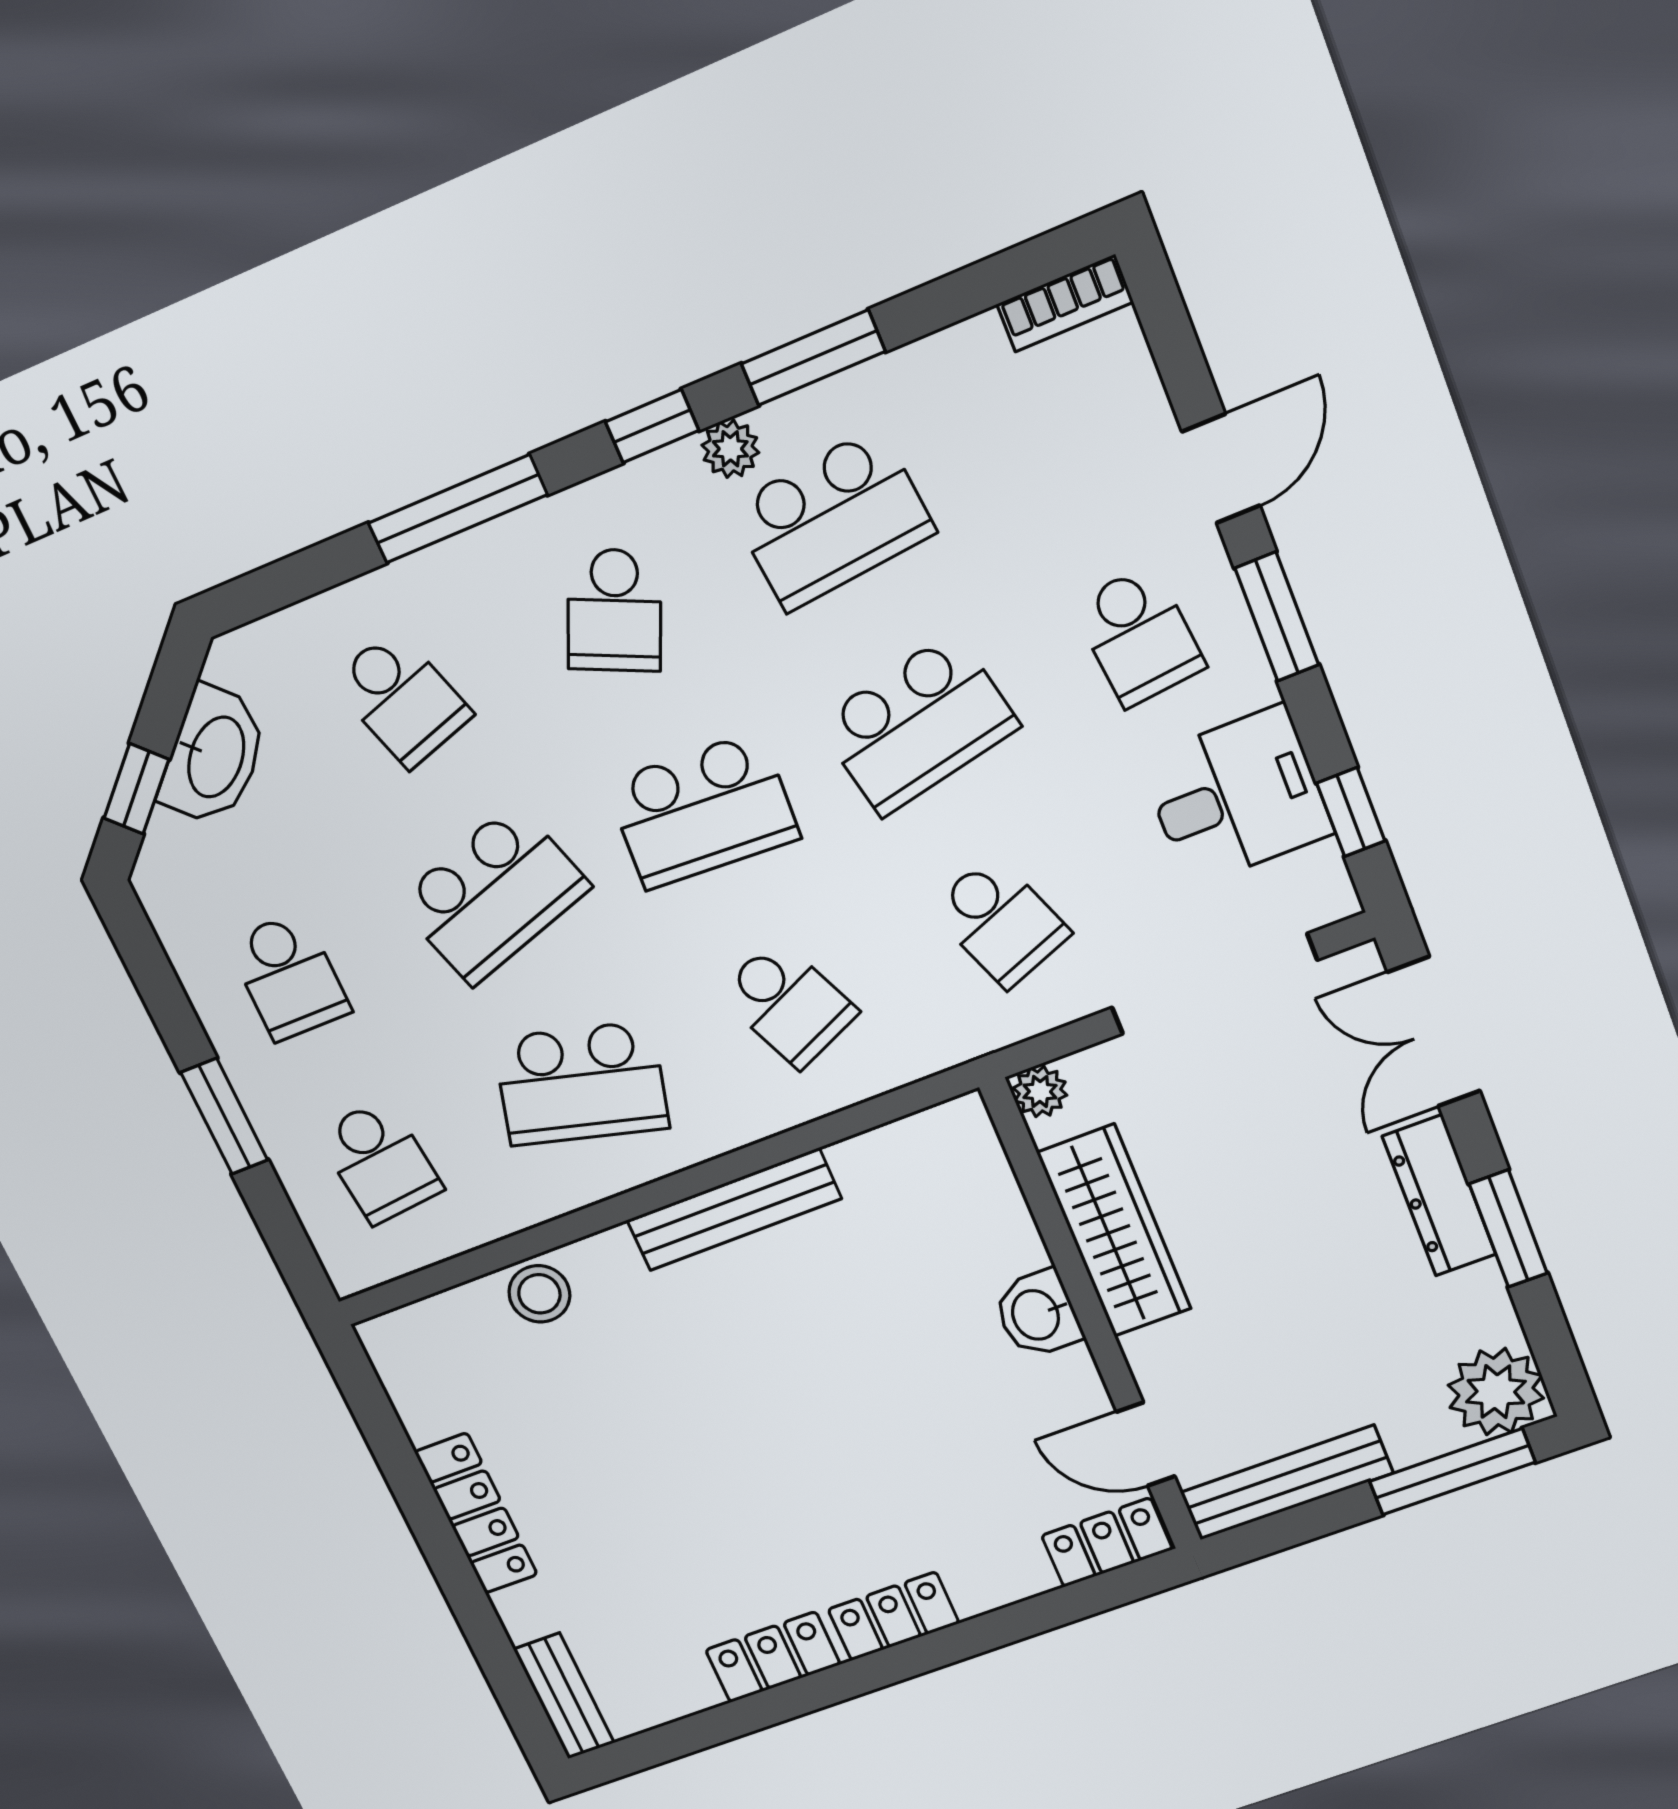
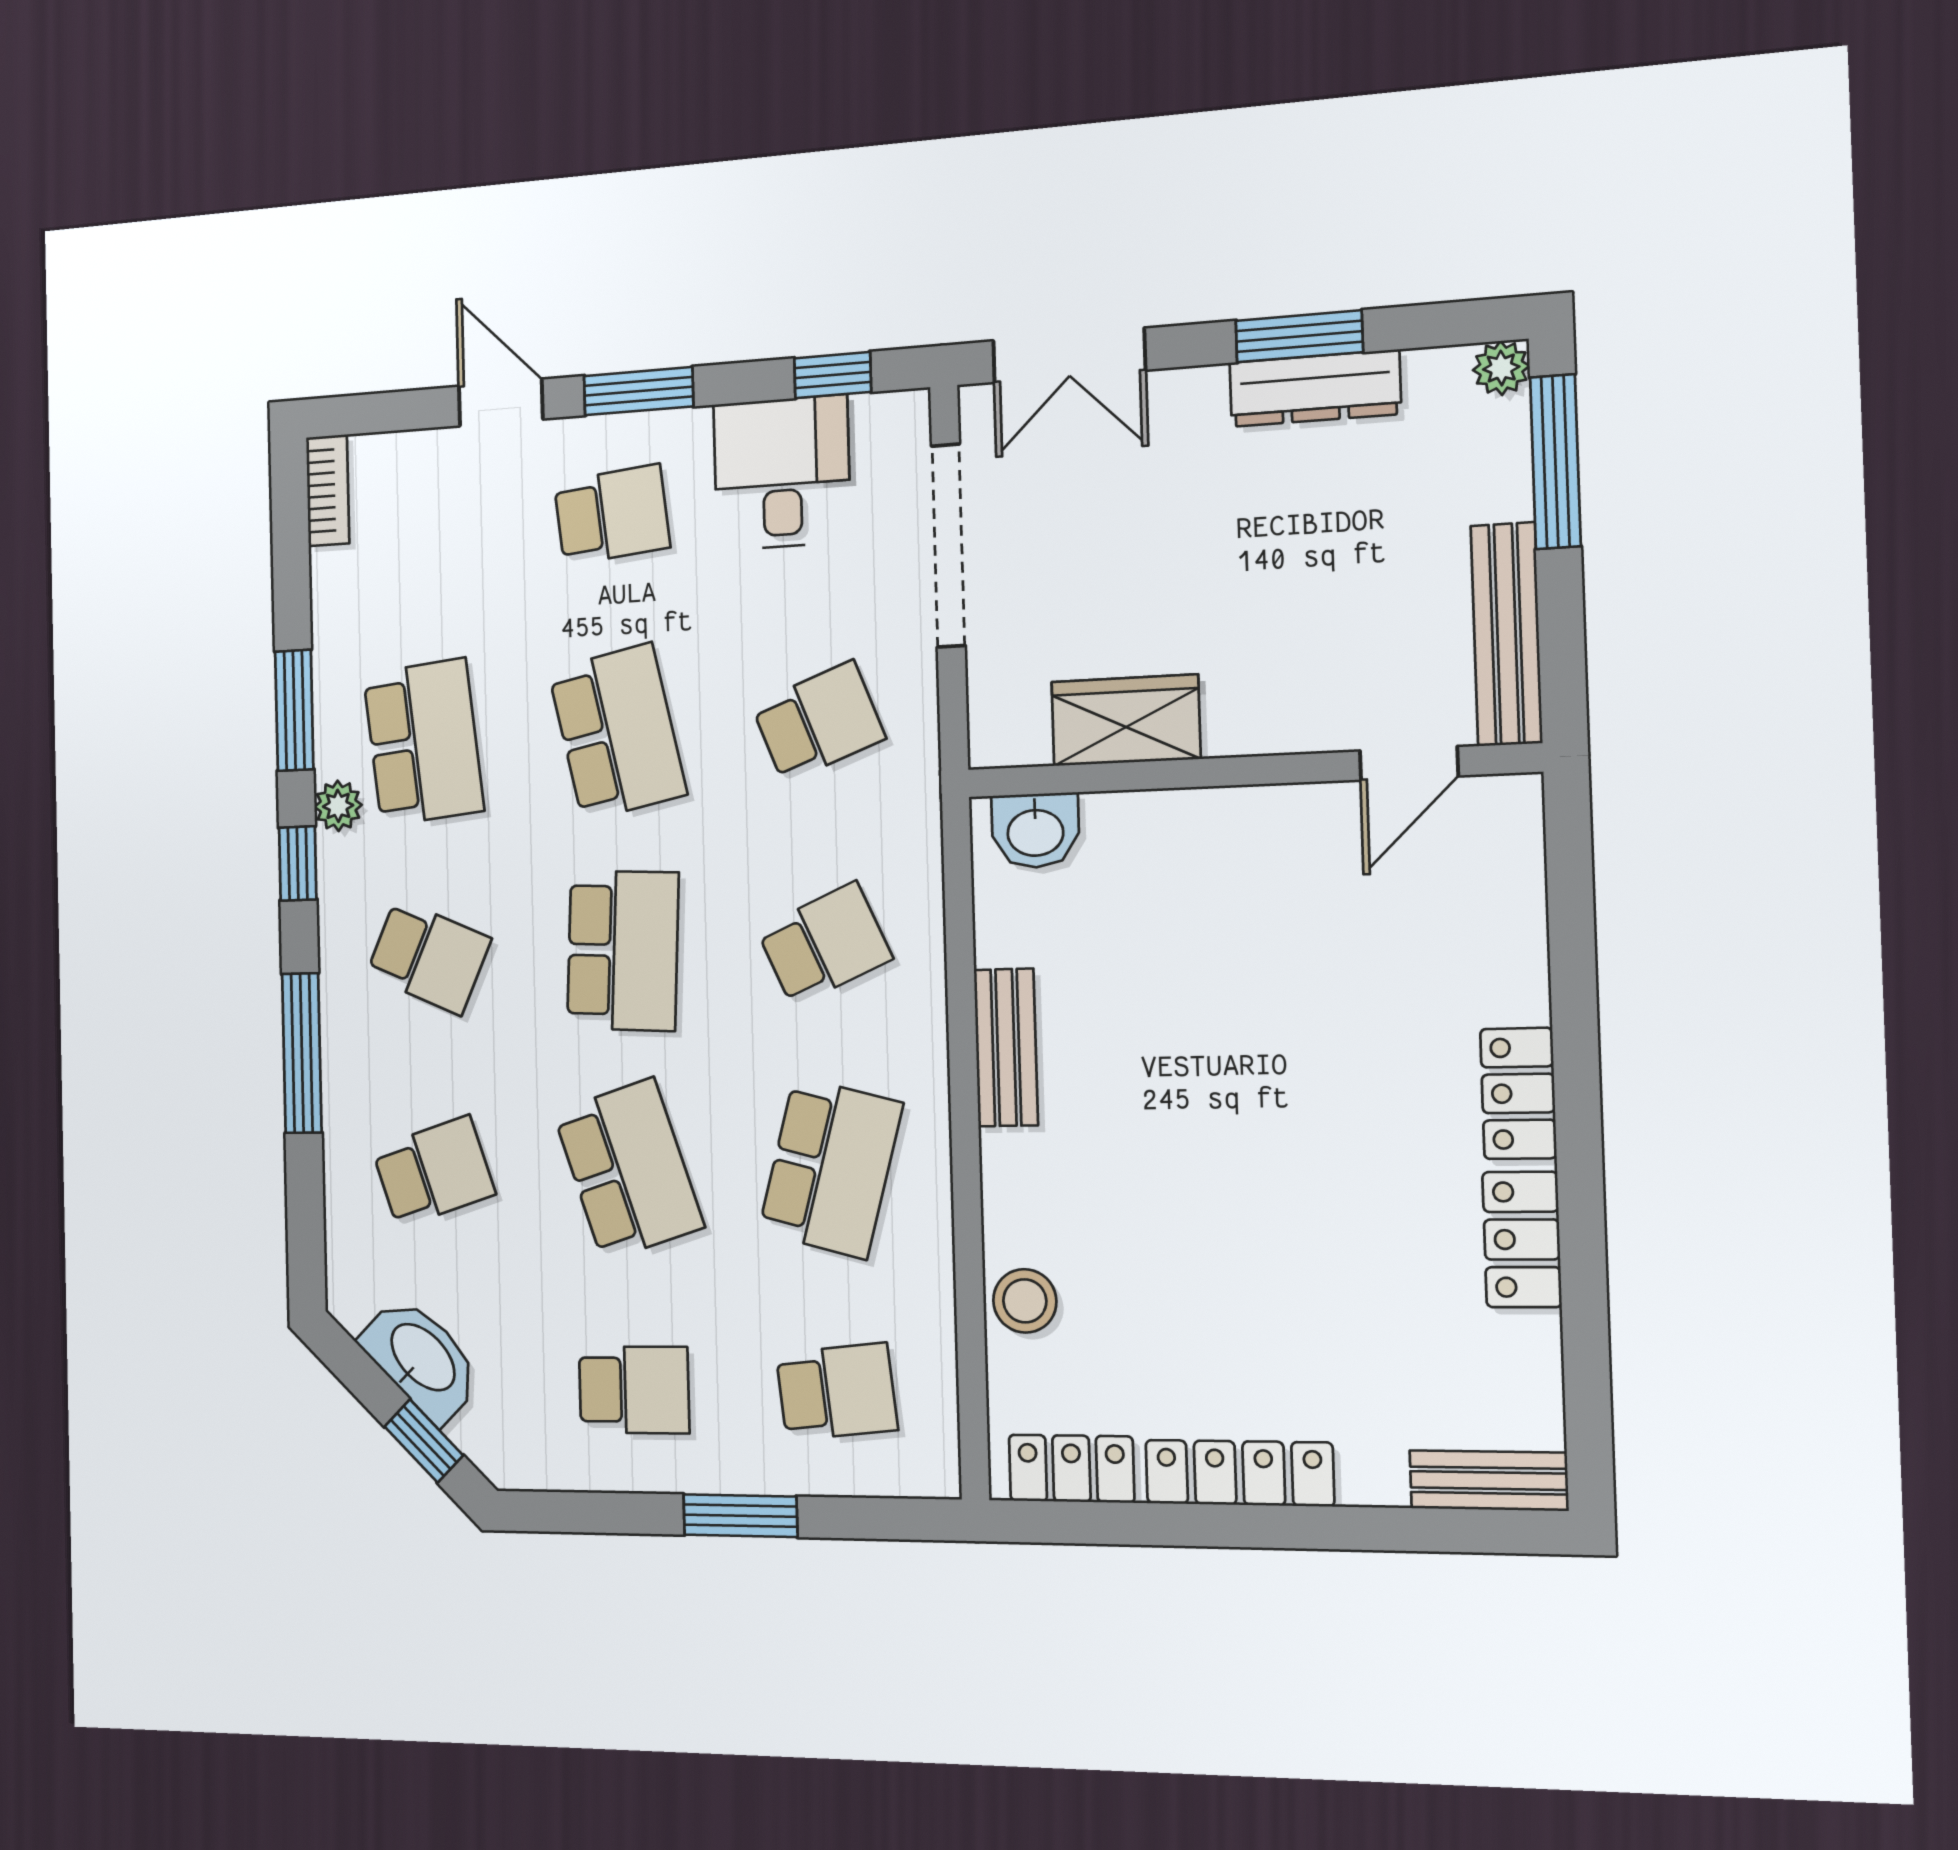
plant: (1040, 1092) -> (994, 742), removed
dresser: (1439, 1196) -> (1315, 388), moved
bench: (734, 1209) -> (1006, 1047), width x0.73
wardrobe: (1114, 1231) -> (1126, 720), width x0.67
washbasin: (1037, 1314) -> (1035, 831), moved
plant: (1496, 1392) -> (1501, 368), width x0.53, depth x0.53
locker: (1107, 1543) -> (1071, 1469), moved, turned 90

